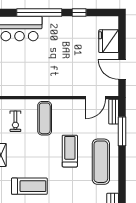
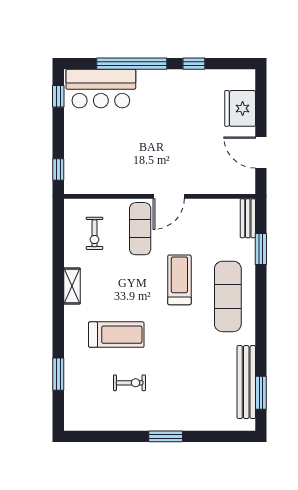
door: (96, 98) -> (169, 196), moved
window: (122, 131) -> (261, 249), width x0.69

